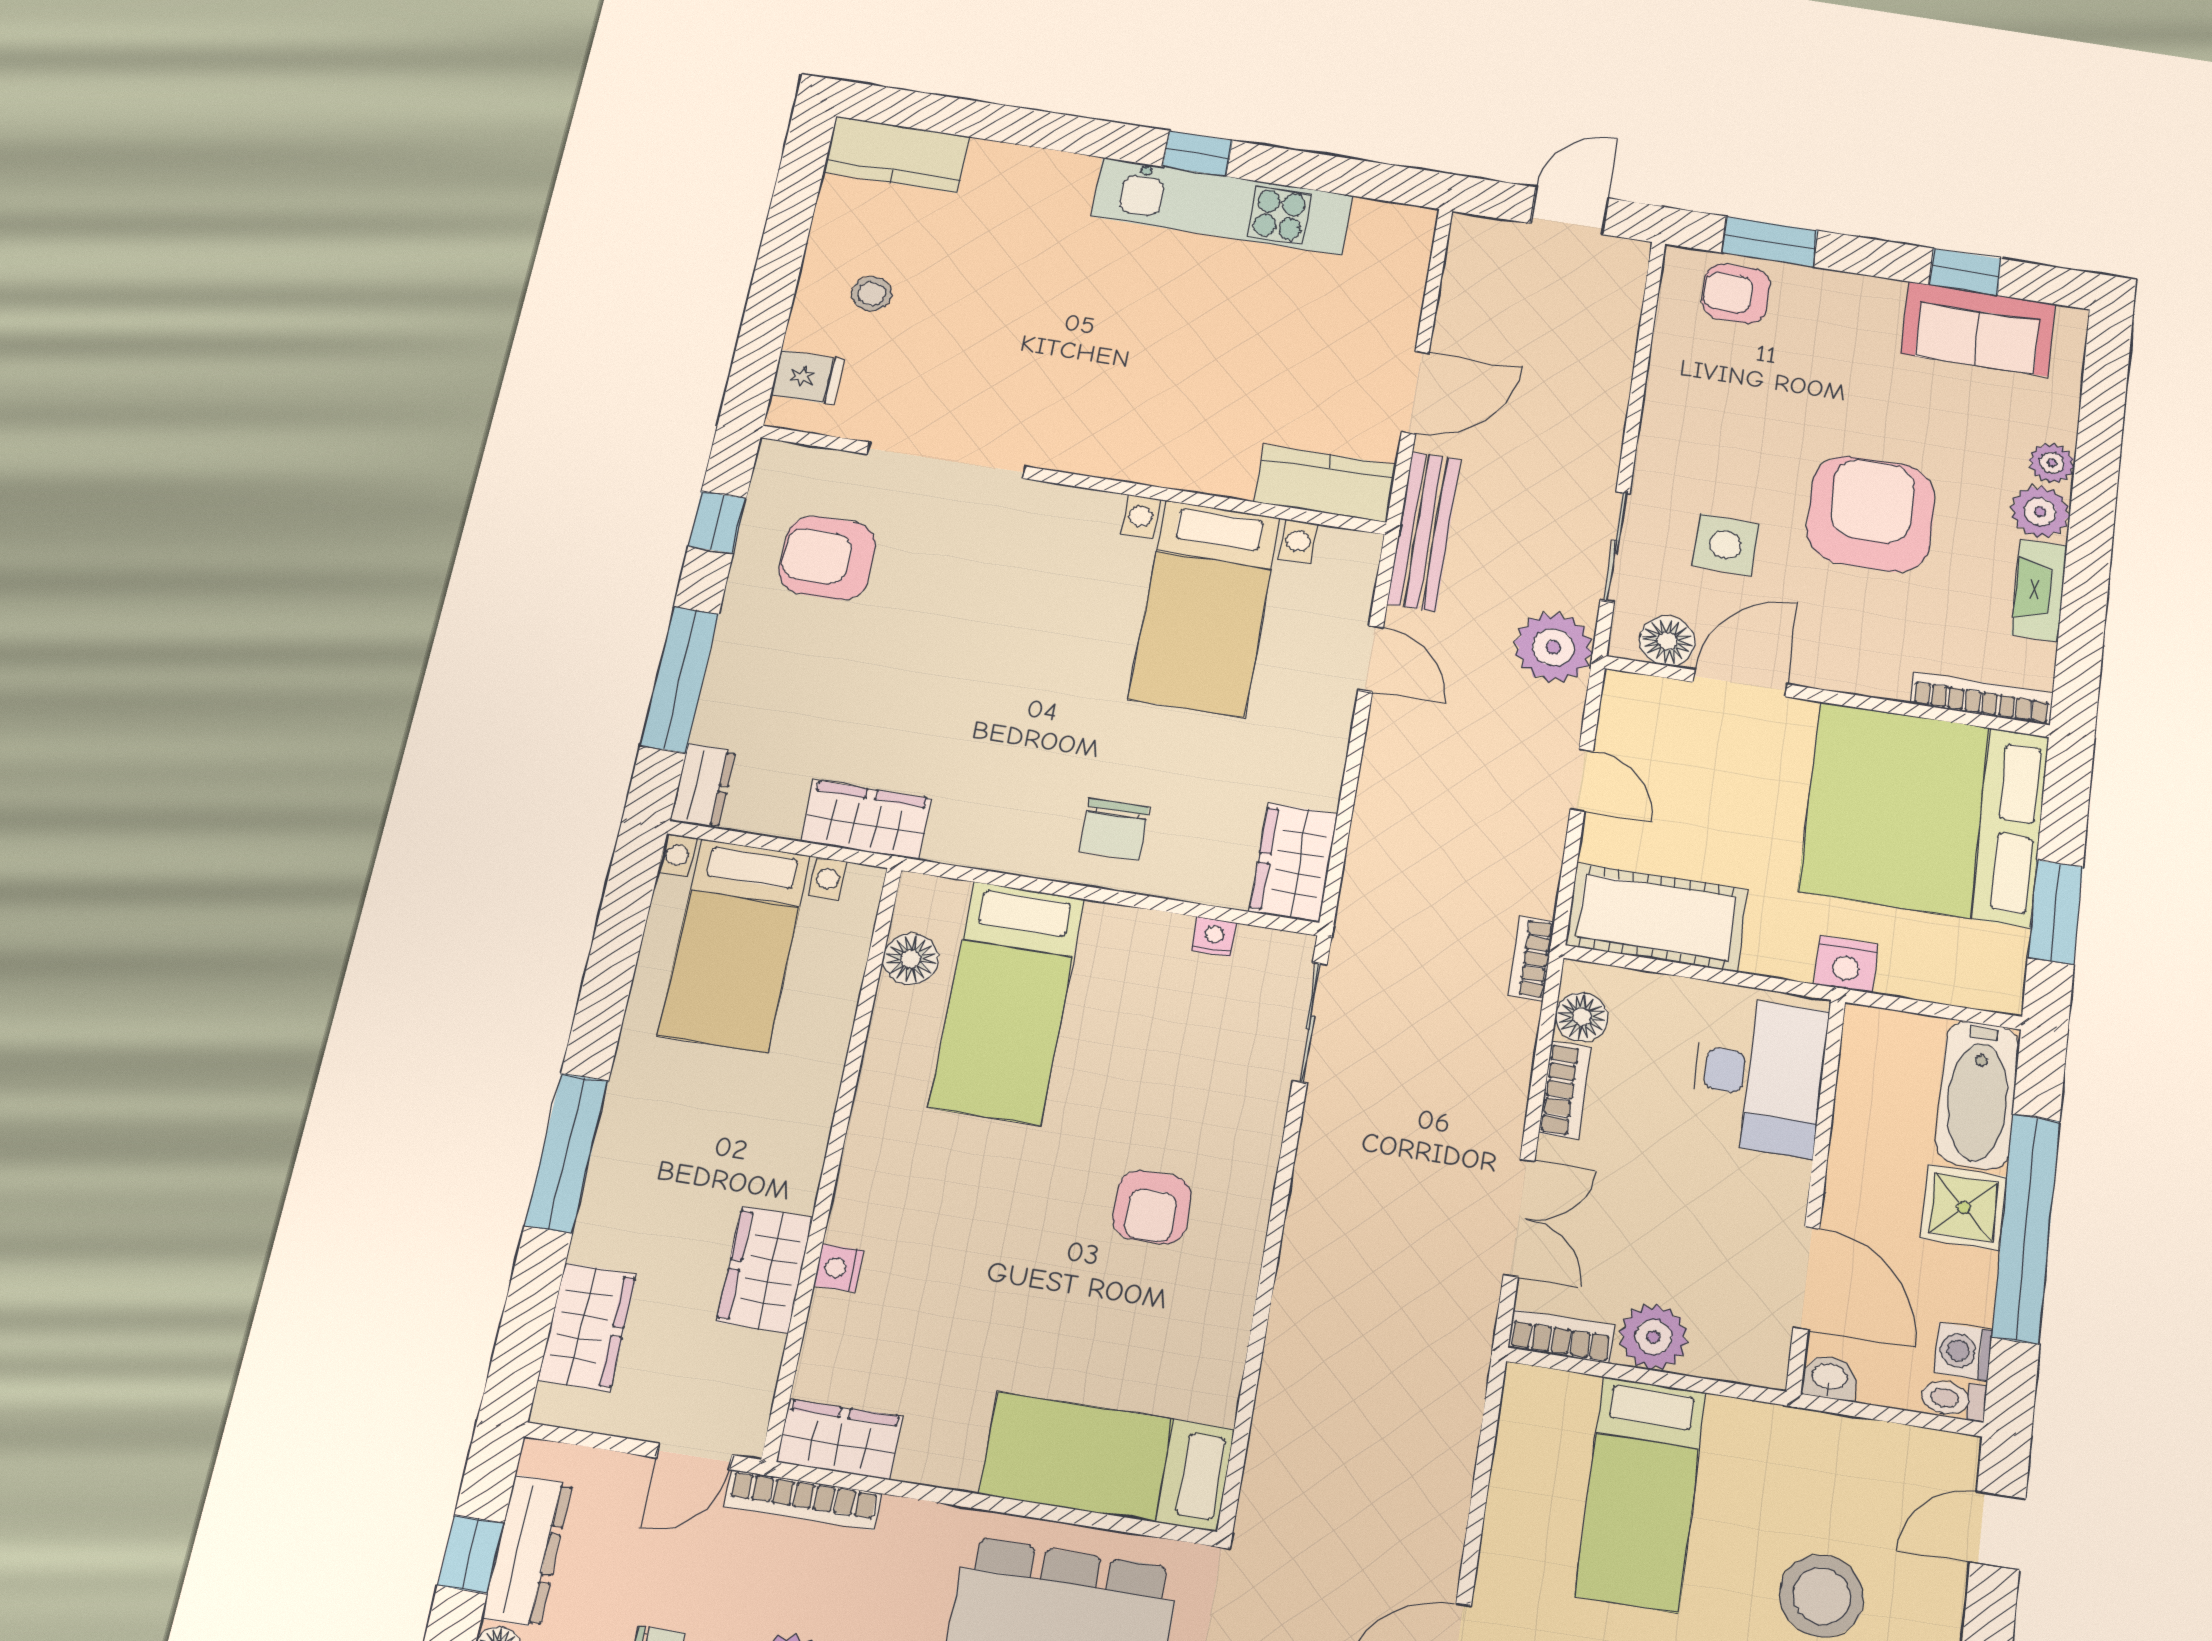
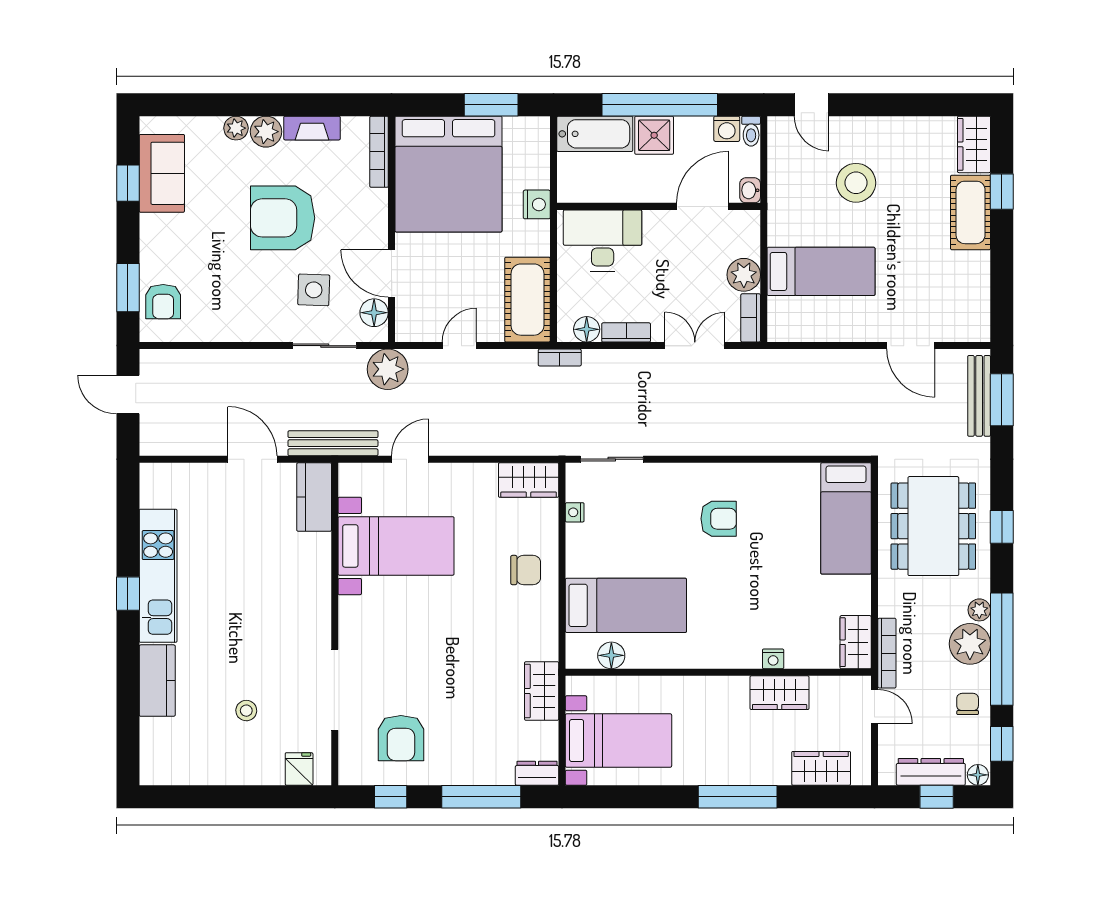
kitchen counter: (897, 155) -> (157, 681), moved
stool: (872, 294) -> (246, 711), moved

